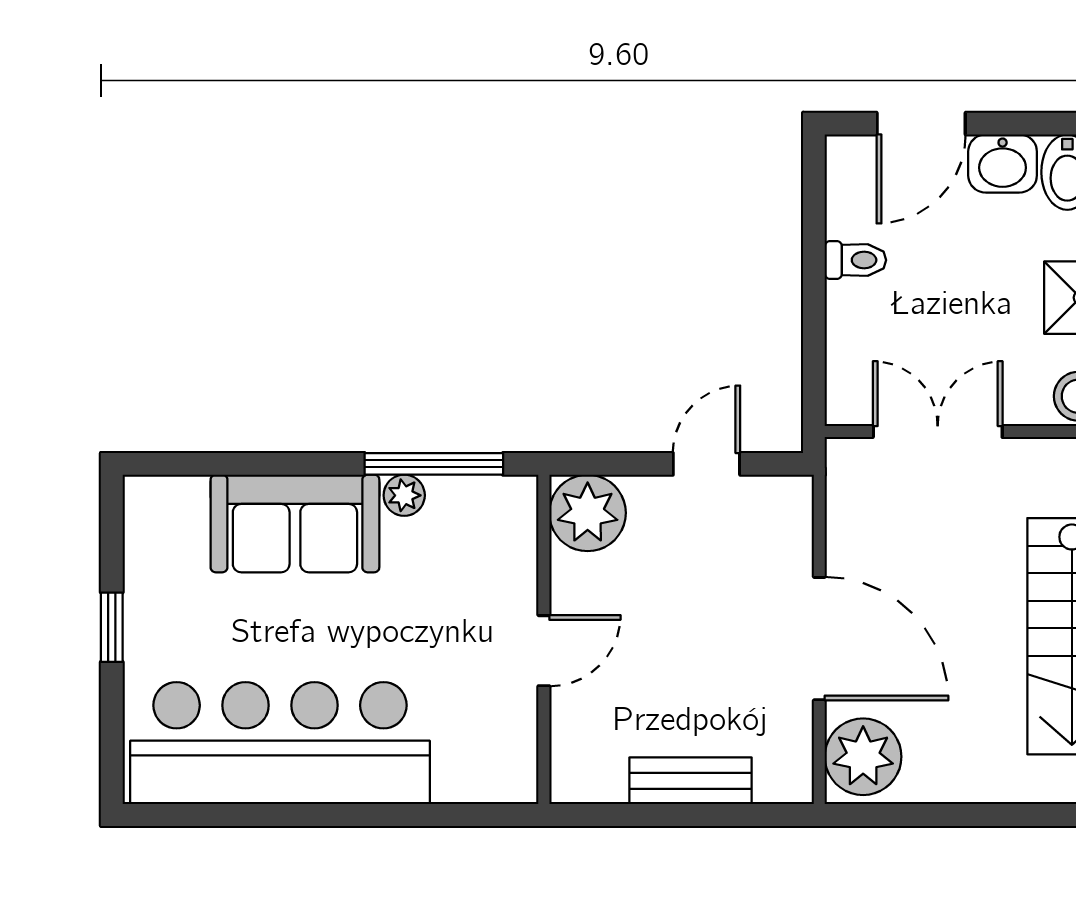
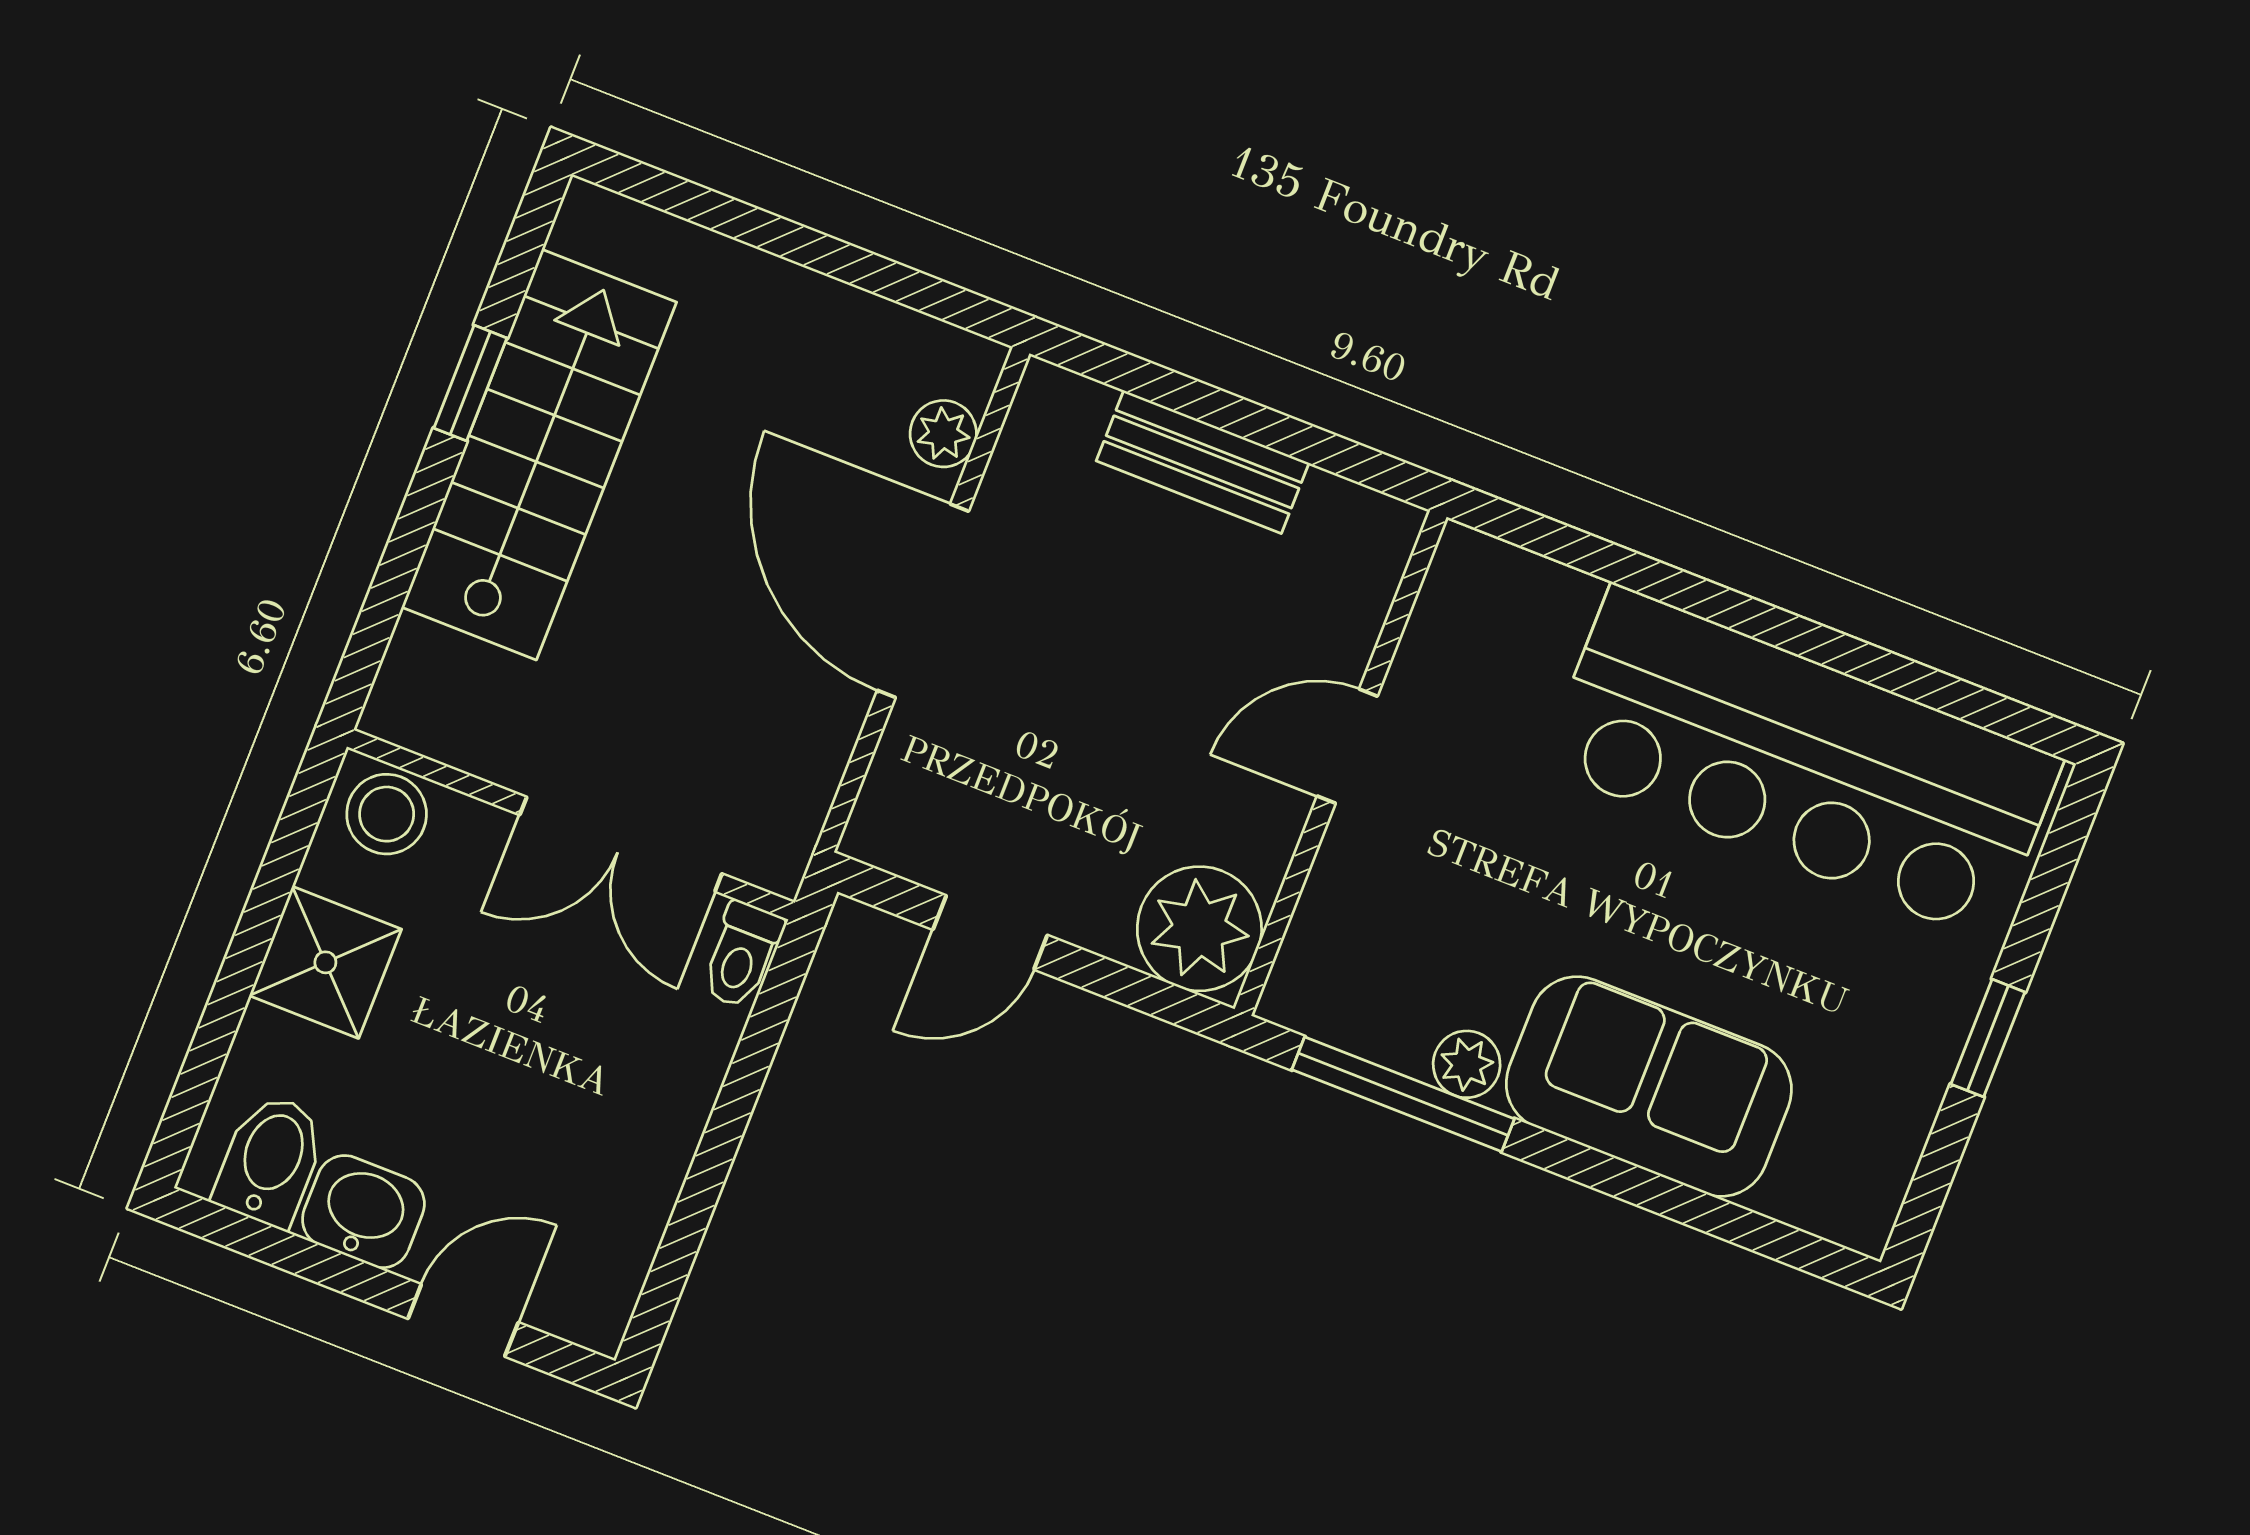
door: (921, 124) -> (463, 1320), width x0.73
toilet: (855, 260) -> (742, 955), moved, turned -90
plant: (863, 757) -> (943, 434), width x0.53, depth x0.53

